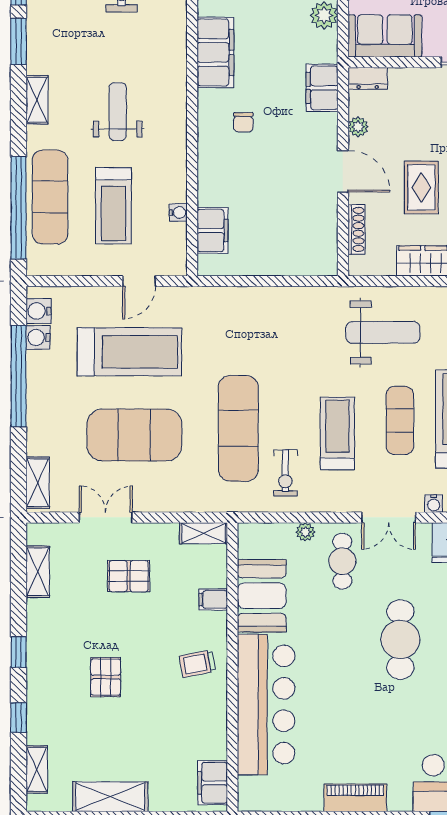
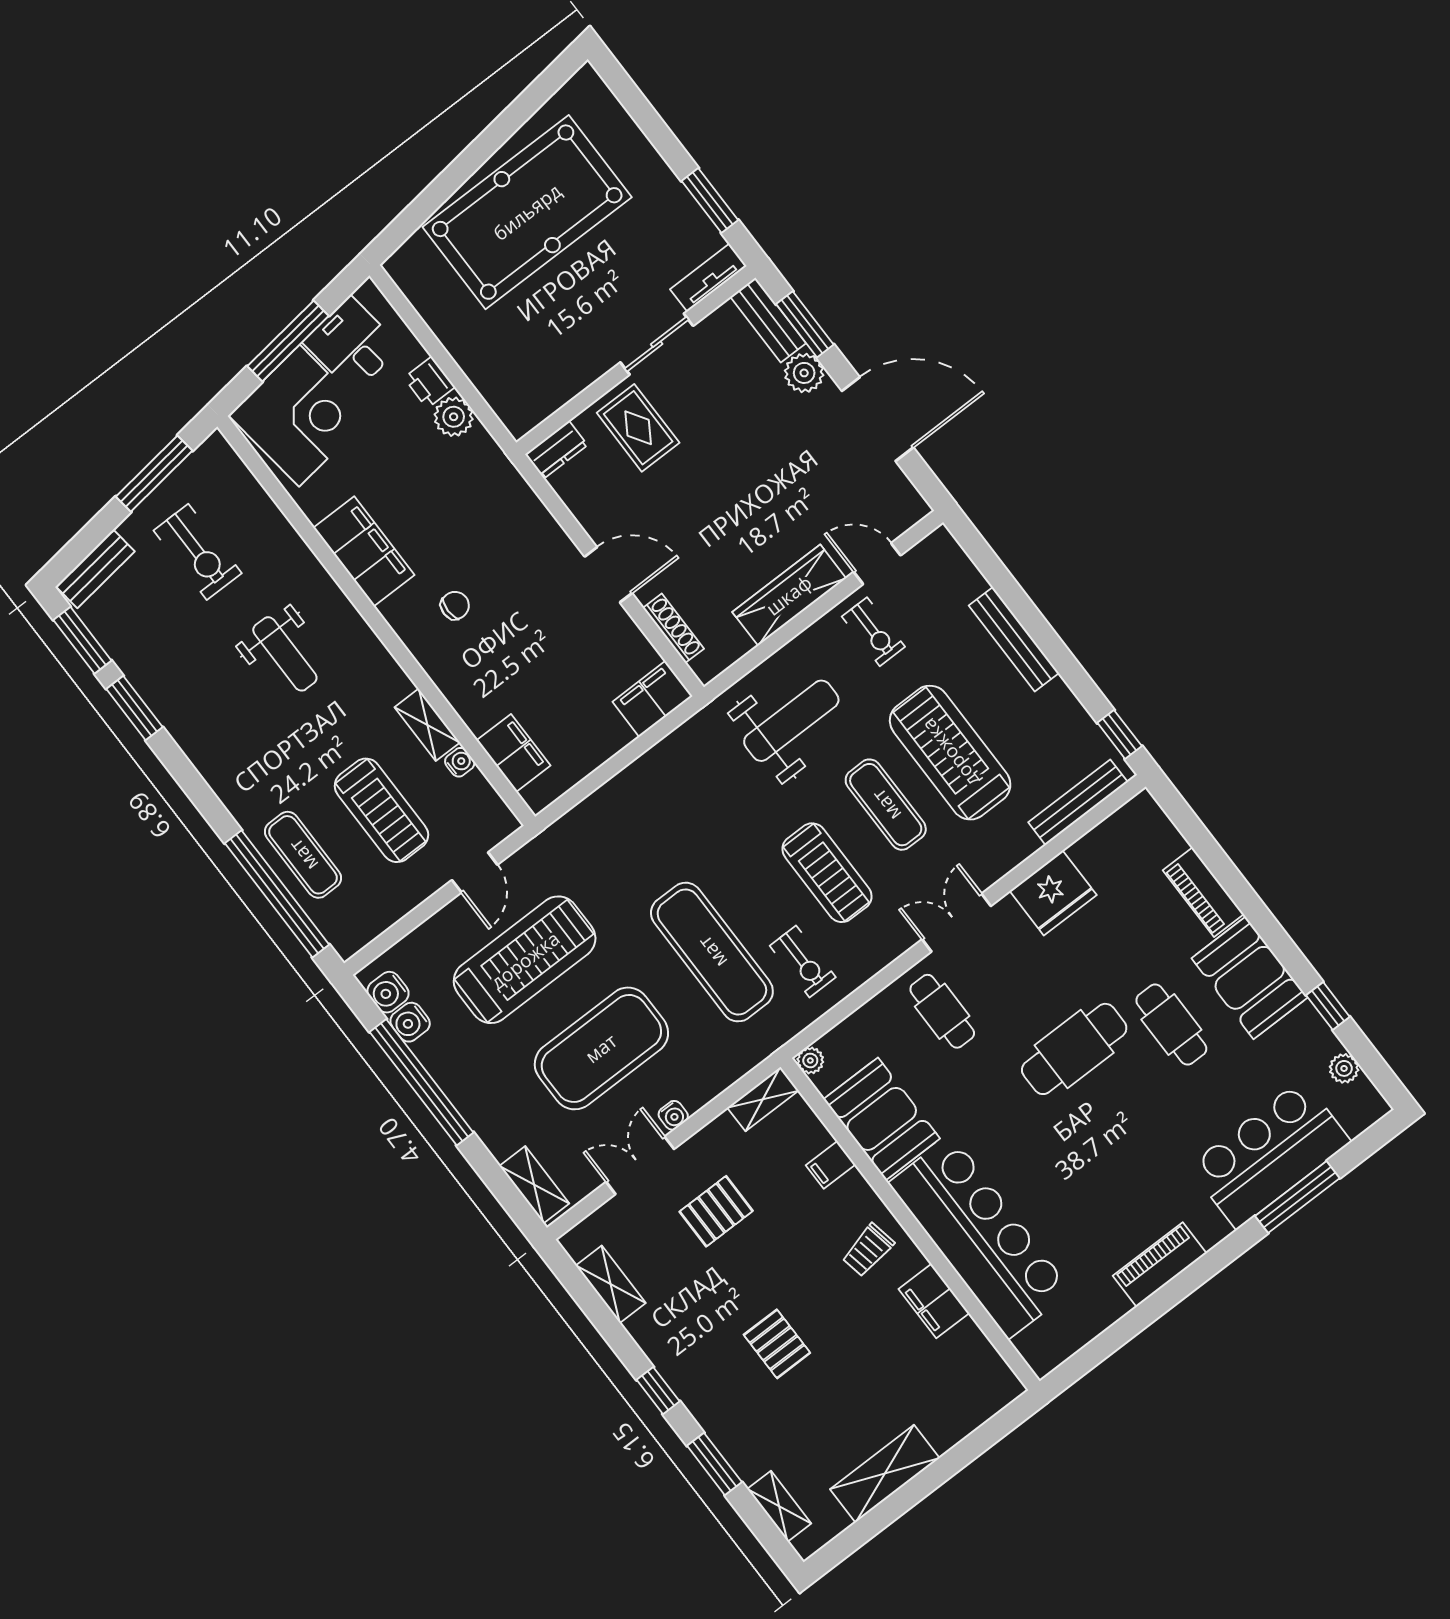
sofa: (385, 36) -> (539, 388), removed
filing cabinet: (322, 88) -> (652, 699), moved, turned 90
shelving: (37, 100) -> (427, 725), moved
weight bench: (118, 112) -> (285, 654), moved, turned 180
chair: (243, 122) -> (455, 605), turned -90
plant: (358, 127) -> (587, 512), removed
rug: (421, 187) -> (638, 428), moved
exercise mat: (50, 197) -> (303, 855), width x0.73, depth x0.69
treadmill: (337, 433) -> (827, 873), turned 180
water cooler: (434, 504) -> (673, 1115), moved
double door: (389, 517) -> (956, 923), swing flipped
plant: (305, 532) -> (810, 1061), moved
cafe table: (400, 639) -> (1074, 1049), turned 90
window: (19, 718) -> (714, 1464), width x1.50
filing cabinet: (213, 783) -> (934, 1301), moved

